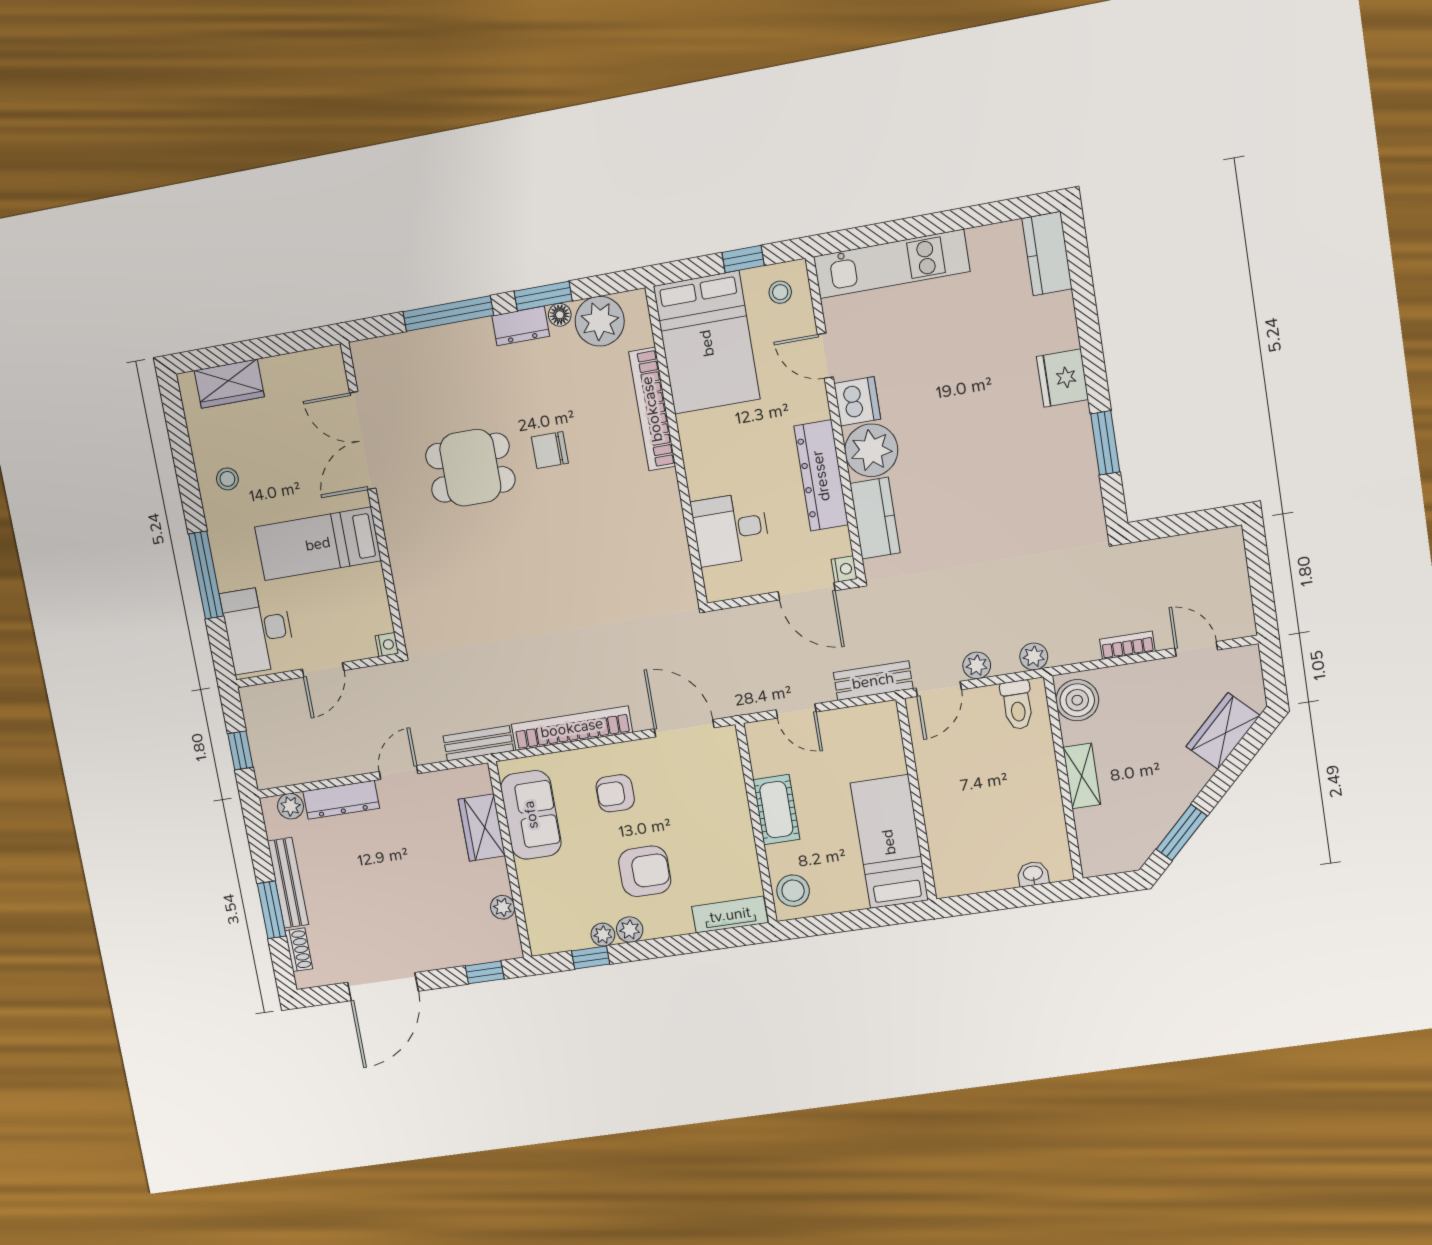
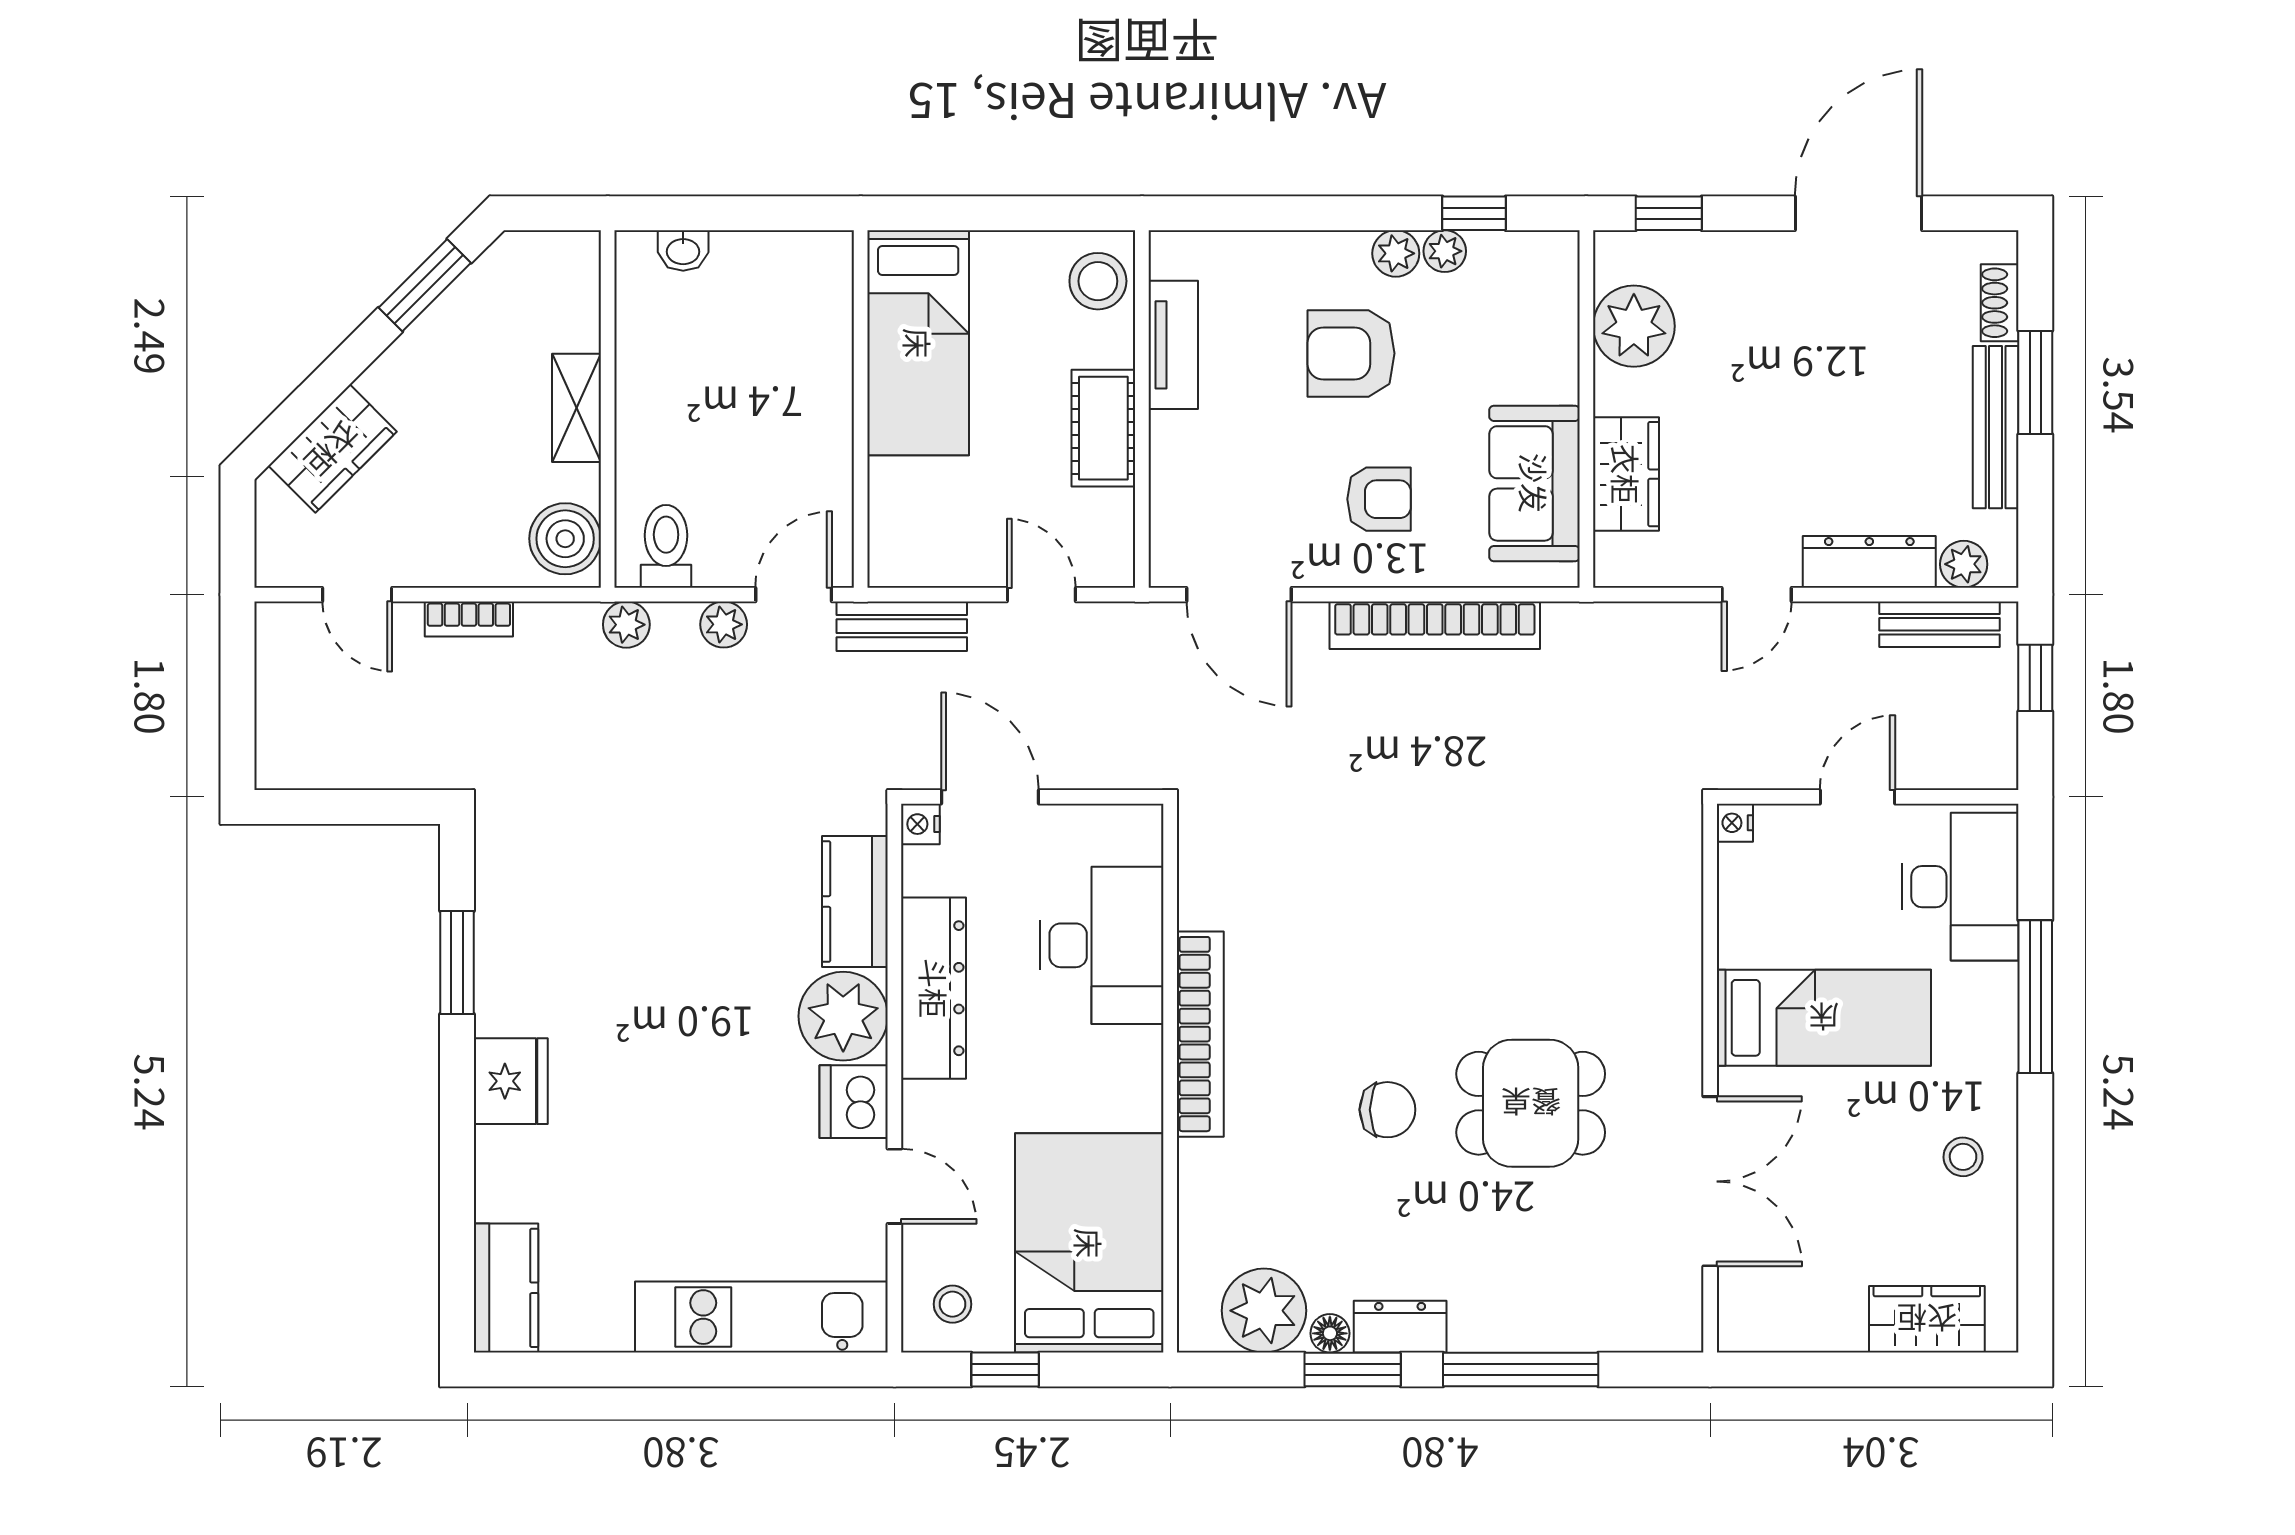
bookcase: (652, 409) -> (1200, 1034), moved
desk: (731, 529) -> (1102, 945), width x1.37
bench: (478, 743) -> (1939, 624), moved
plant: (503, 907) -> (1634, 326), width x1.88, depth x1.88
tv unit: (730, 915) -> (1173, 345), moved, turned -90

